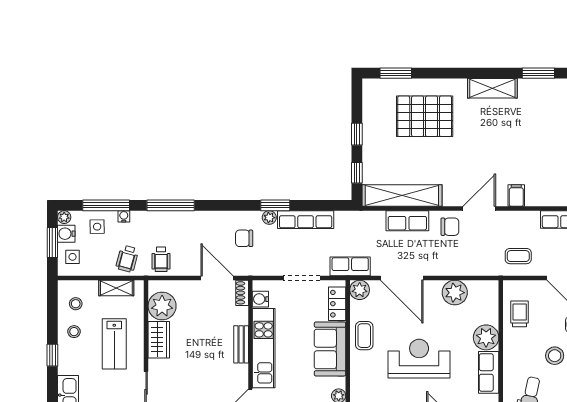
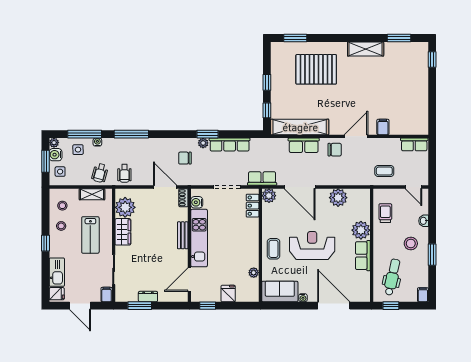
coffee table: (364, 336) -> (274, 249), moved
sofa: (330, 349) -> (247, 239), removed

